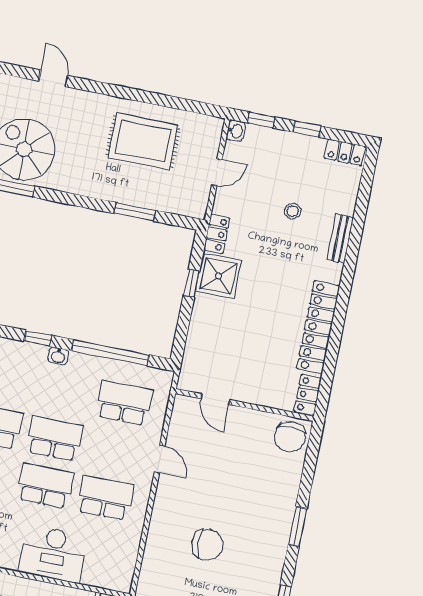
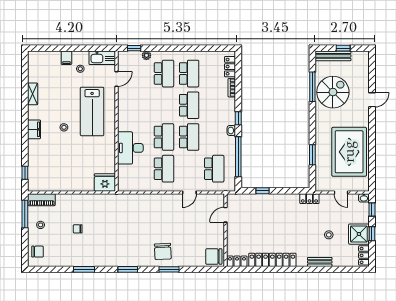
rug: (143, 141) -> (349, 152), width x1.37, depth x1.44
shower: (218, 276) -> (359, 234), moved
window: (191, 283) -> (262, 191), moved
chair: (207, 545) -> (163, 251), moved

